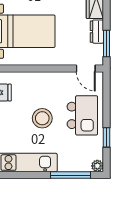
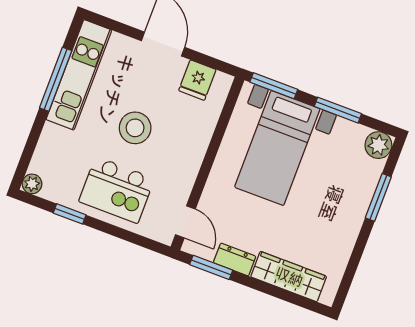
door: (86, 68) -> (185, 222), swing flipped
window: (71, 175) -> (56, 79), moved

